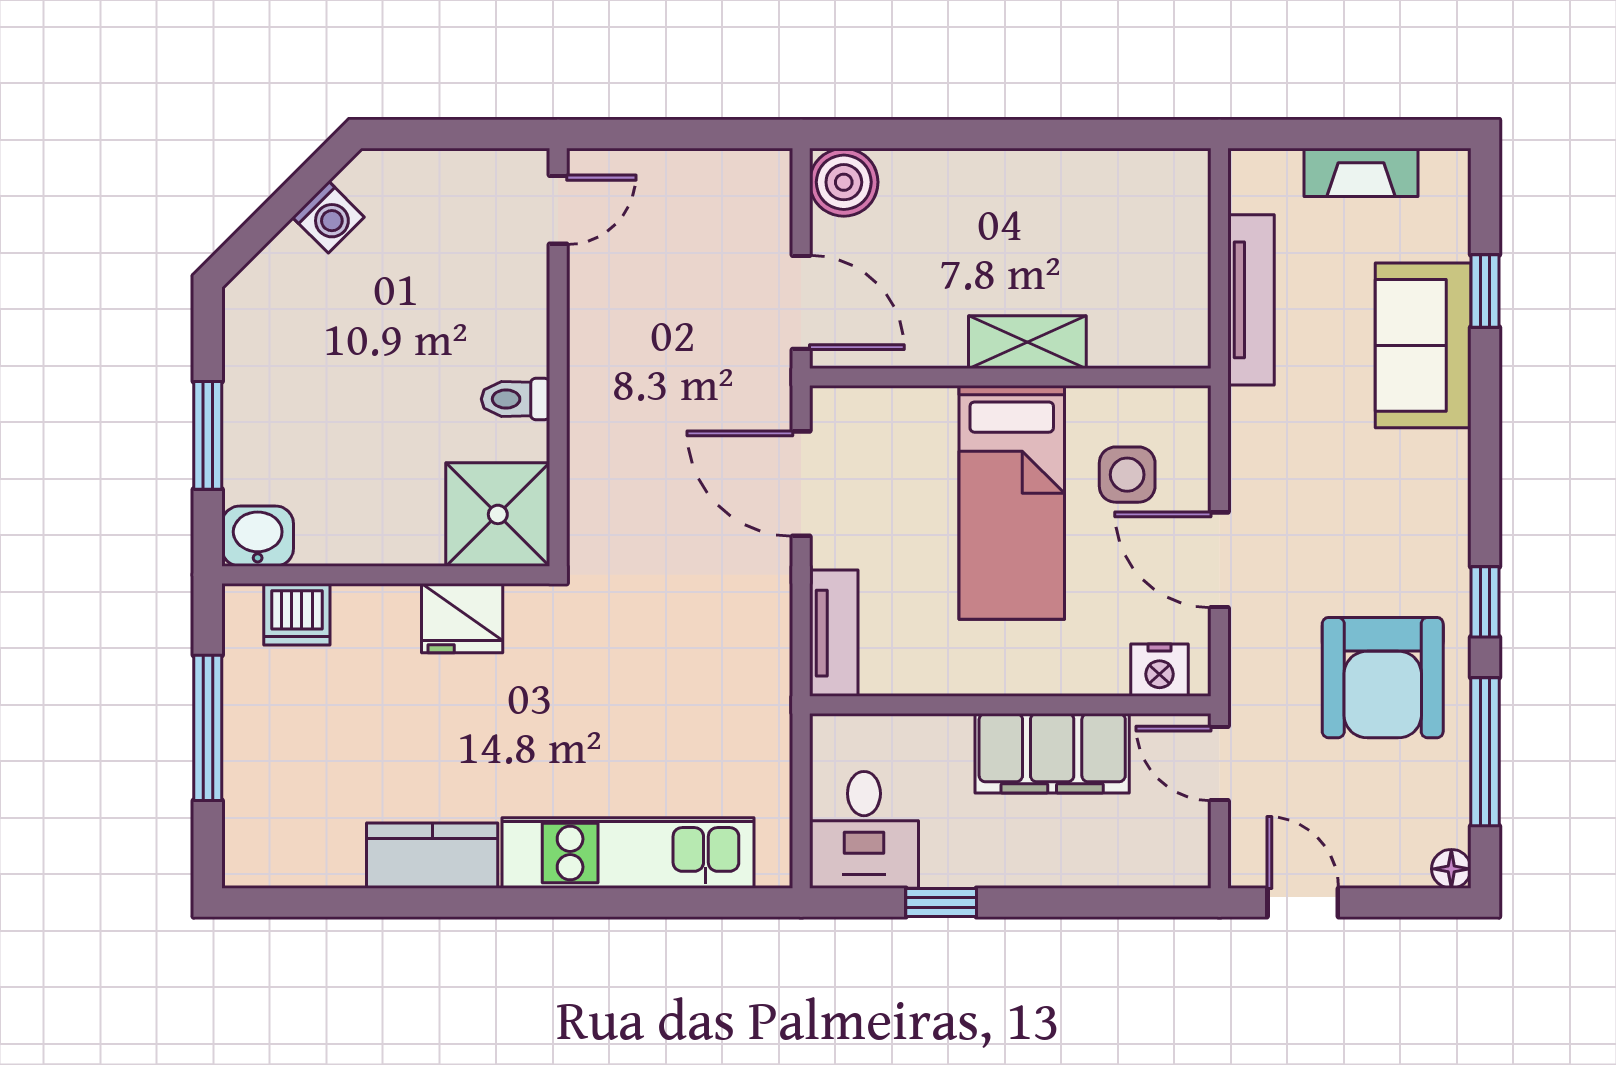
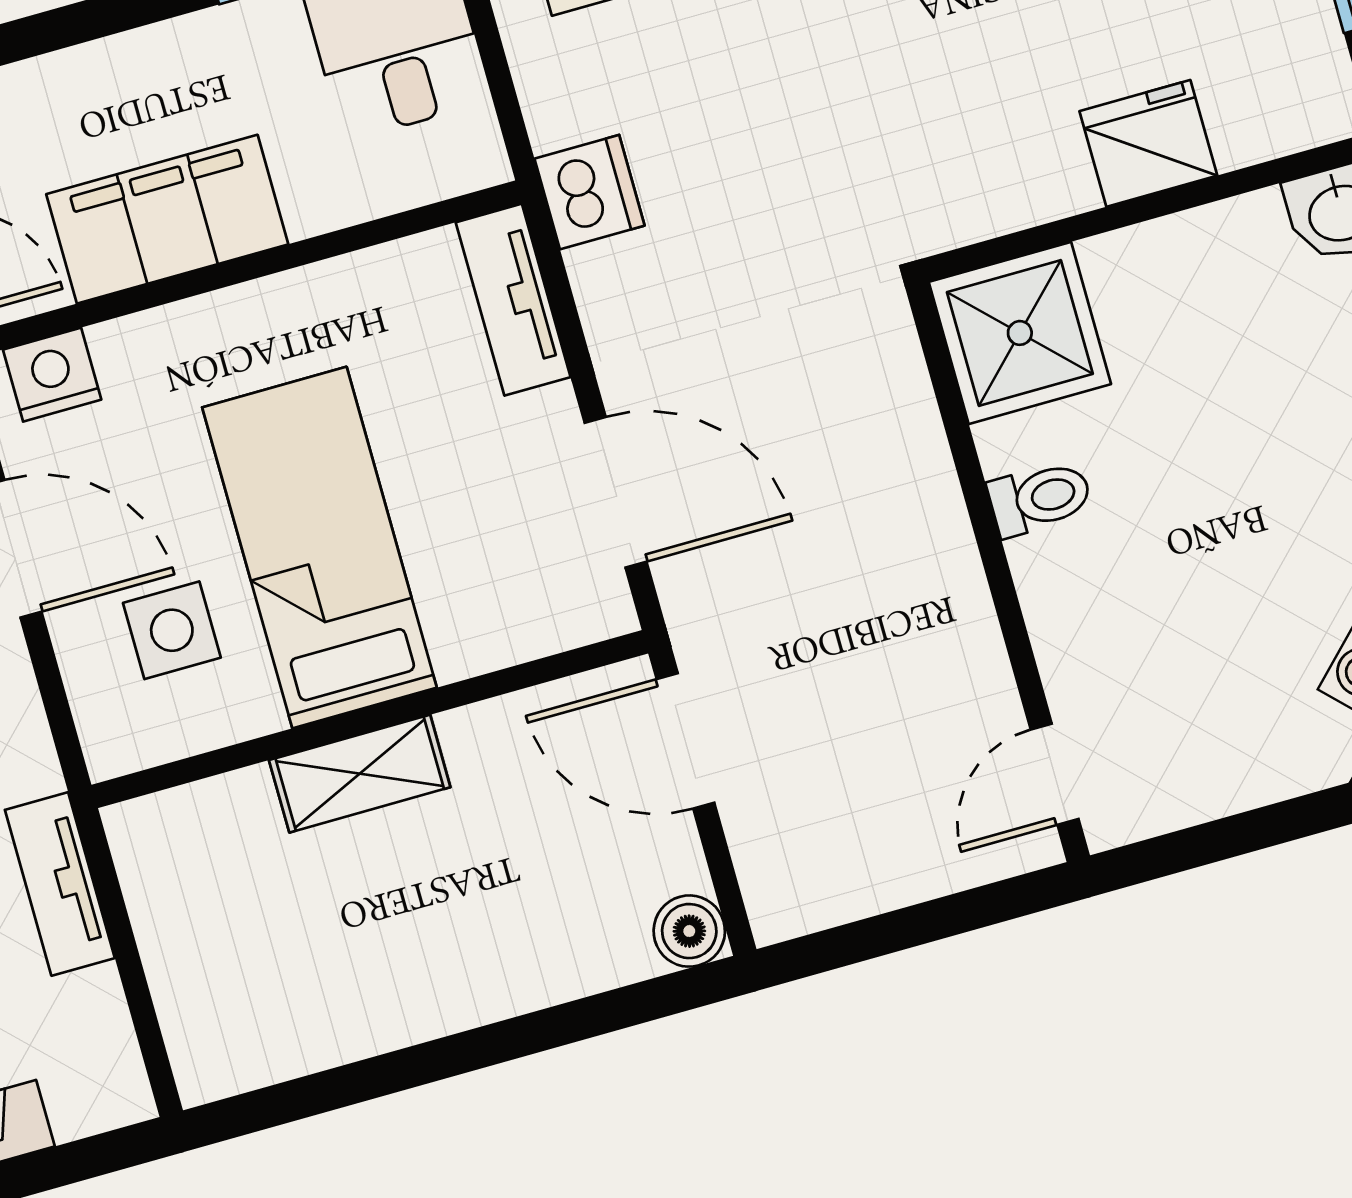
boiler: (844, 182) -> (689, 931), width x0.73, depth x0.73
tv unit: (1251, 300) -> (60, 884), width x0.71
dishwasher: (297, 614) -> (589, 192), moved, turned 90
fridge: (462, 618) -> (1148, 143), moved

